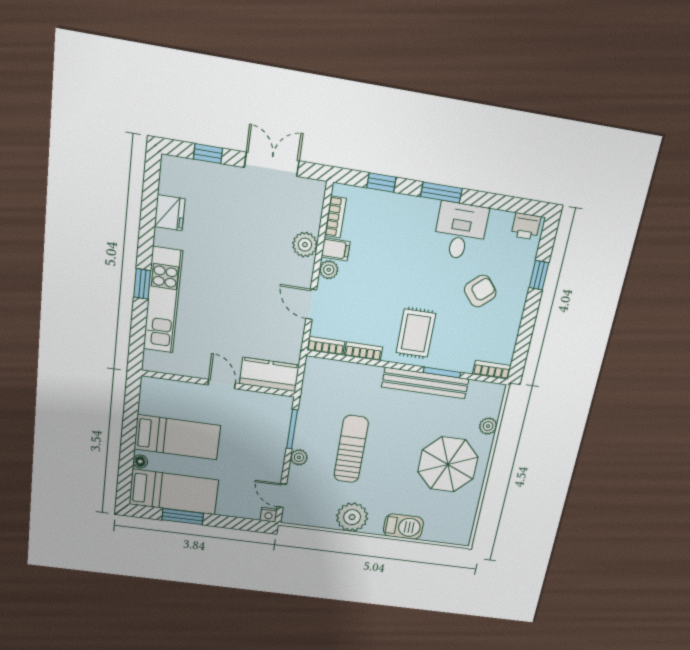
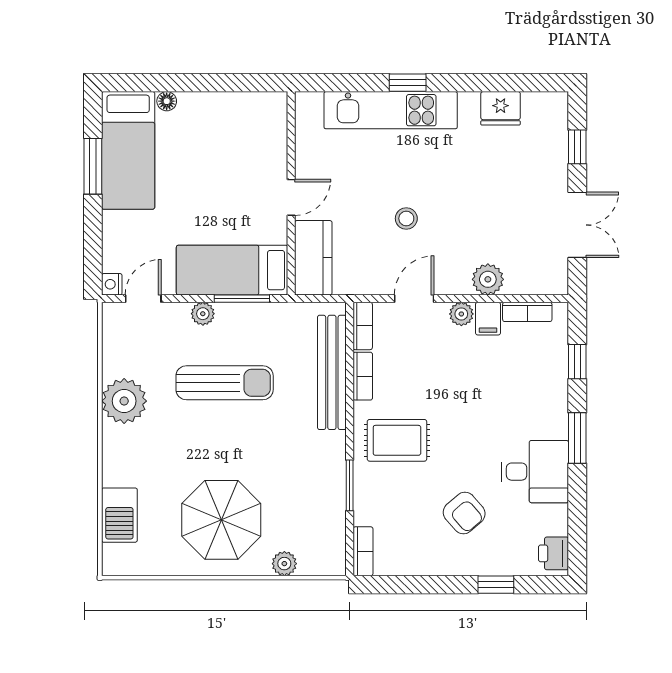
stool: (249, 301) -> (406, 218), added
bench: (425, 383) -> (332, 372), moved
bed: (177, 437) -> (232, 270), moved, turned 90
barbecue: (403, 527) -> (119, 515), moved

